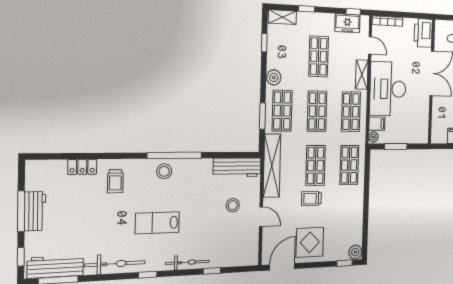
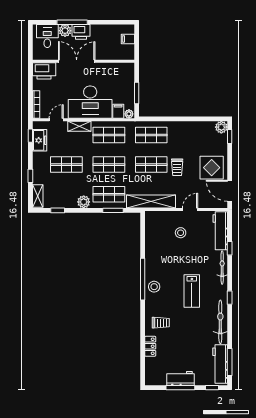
workbench: (237, 167) -> (220, 231), moved, turned 180

